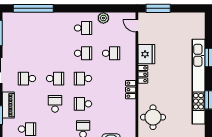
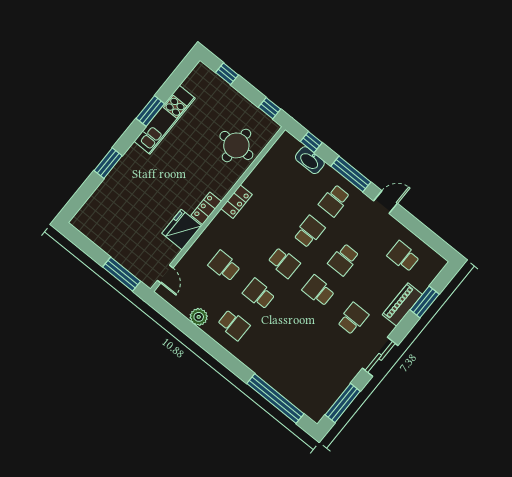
school desk: (83, 28) -> (234, 325), turned 180
school desk: (27, 79) -> (353, 319), turned -90
kitchen unit: (198, 82) -> (165, 120), width x0.54
school desk: (83, 104) -> (309, 232), turned -90

